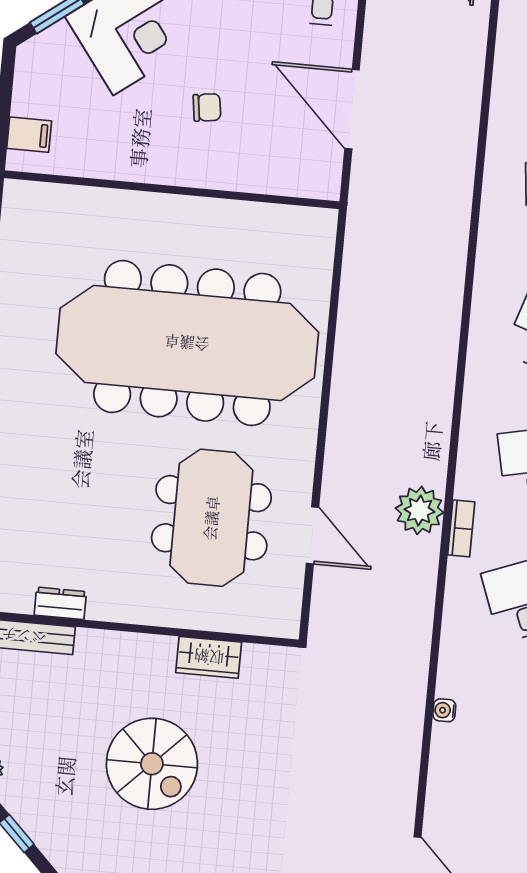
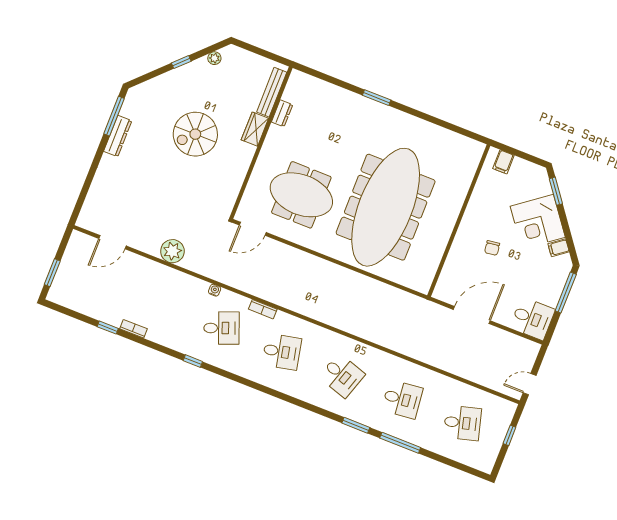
plant: (419, 510) -> (172, 251), moved
door: (313, 535) -> (253, 229), moved
wardrobe: (209, 657) -> (255, 129), moved
water cooler: (444, 710) -> (215, 290), moved

